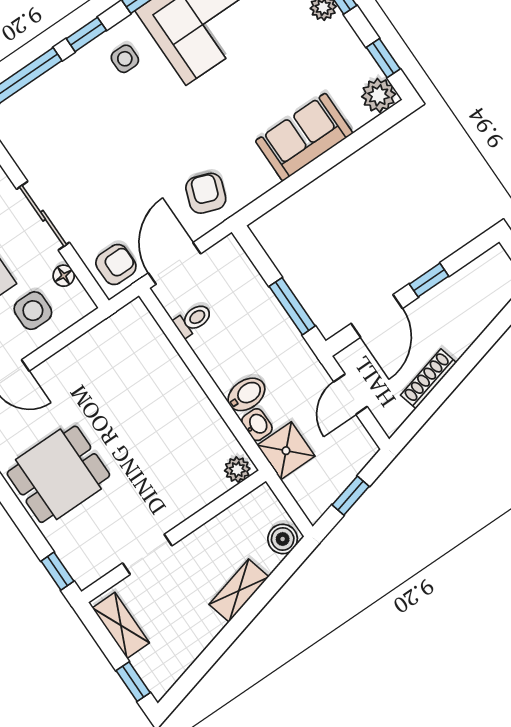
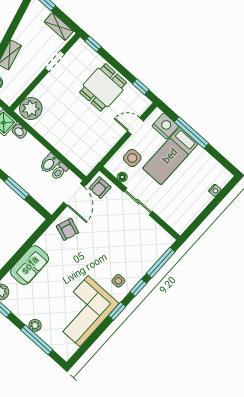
bidet: (246, 394) -> (49, 163), moved
plant: (237, 470) -> (31, 109), width x1.87, depth x1.87

